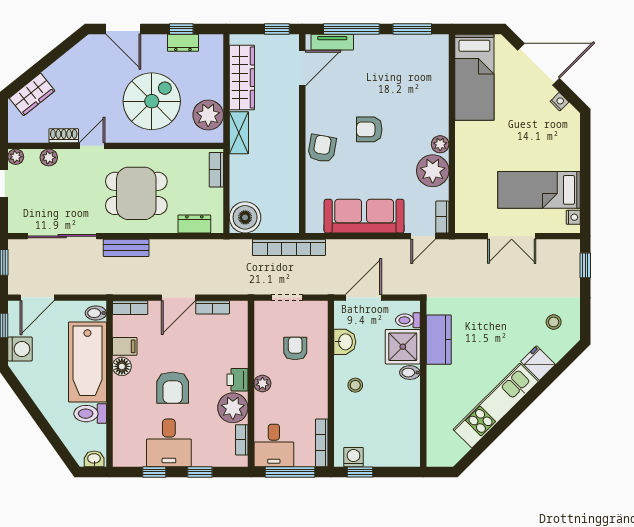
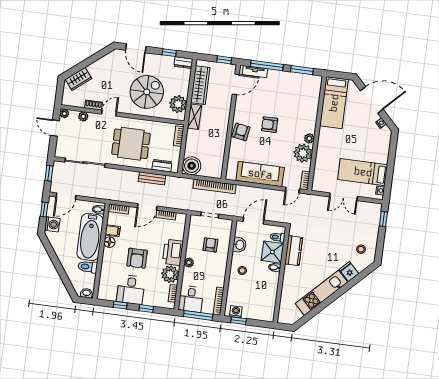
dresser: (183, 43) -> (183, 63), moved
bench: (126, 248) -> (152, 178), moved
printer: (237, 380) -> (173, 252), width x1.87, depth x1.48

